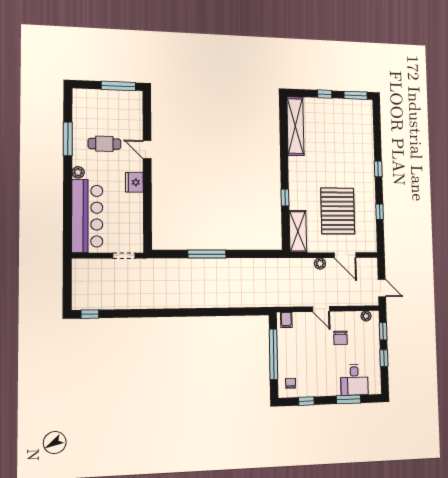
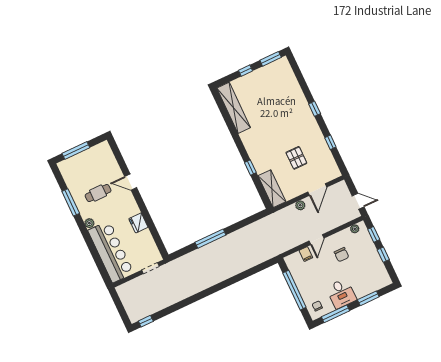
window: (118, 86) -> (76, 150), moved
fridge: (134, 182) -> (138, 223), moved
pallet: (338, 211) -> (296, 158), width x0.49, depth x0.50
door: (345, 255) -> (317, 190), hinge flipped
door: (321, 309) -> (316, 240), hinge flipped
filing cabinet: (286, 320) -> (306, 254), moved
desk: (354, 380) -> (341, 293), moved
window: (306, 401) -> (335, 314), width x2.17

